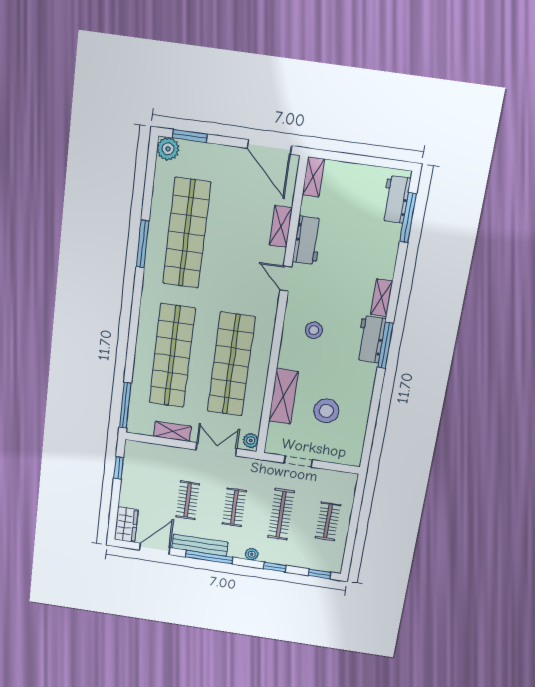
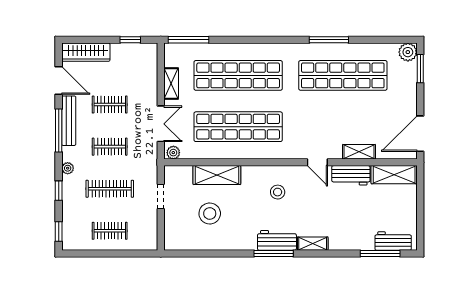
shelving: (313, 177) -> (394, 175), width x1.50, depth x1.33
door: (286, 279) -> (317, 162), swing flipped
wardrobe: (126, 525) -> (86, 52), width x1.50

